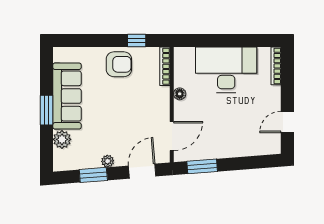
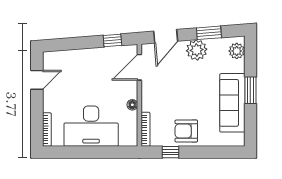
plant: (62, 139) -> (237, 51), moved
plant: (108, 161) -> (197, 50), width x1.88, depth x1.88
window: (202, 166) -> (112, 40), width x0.67

